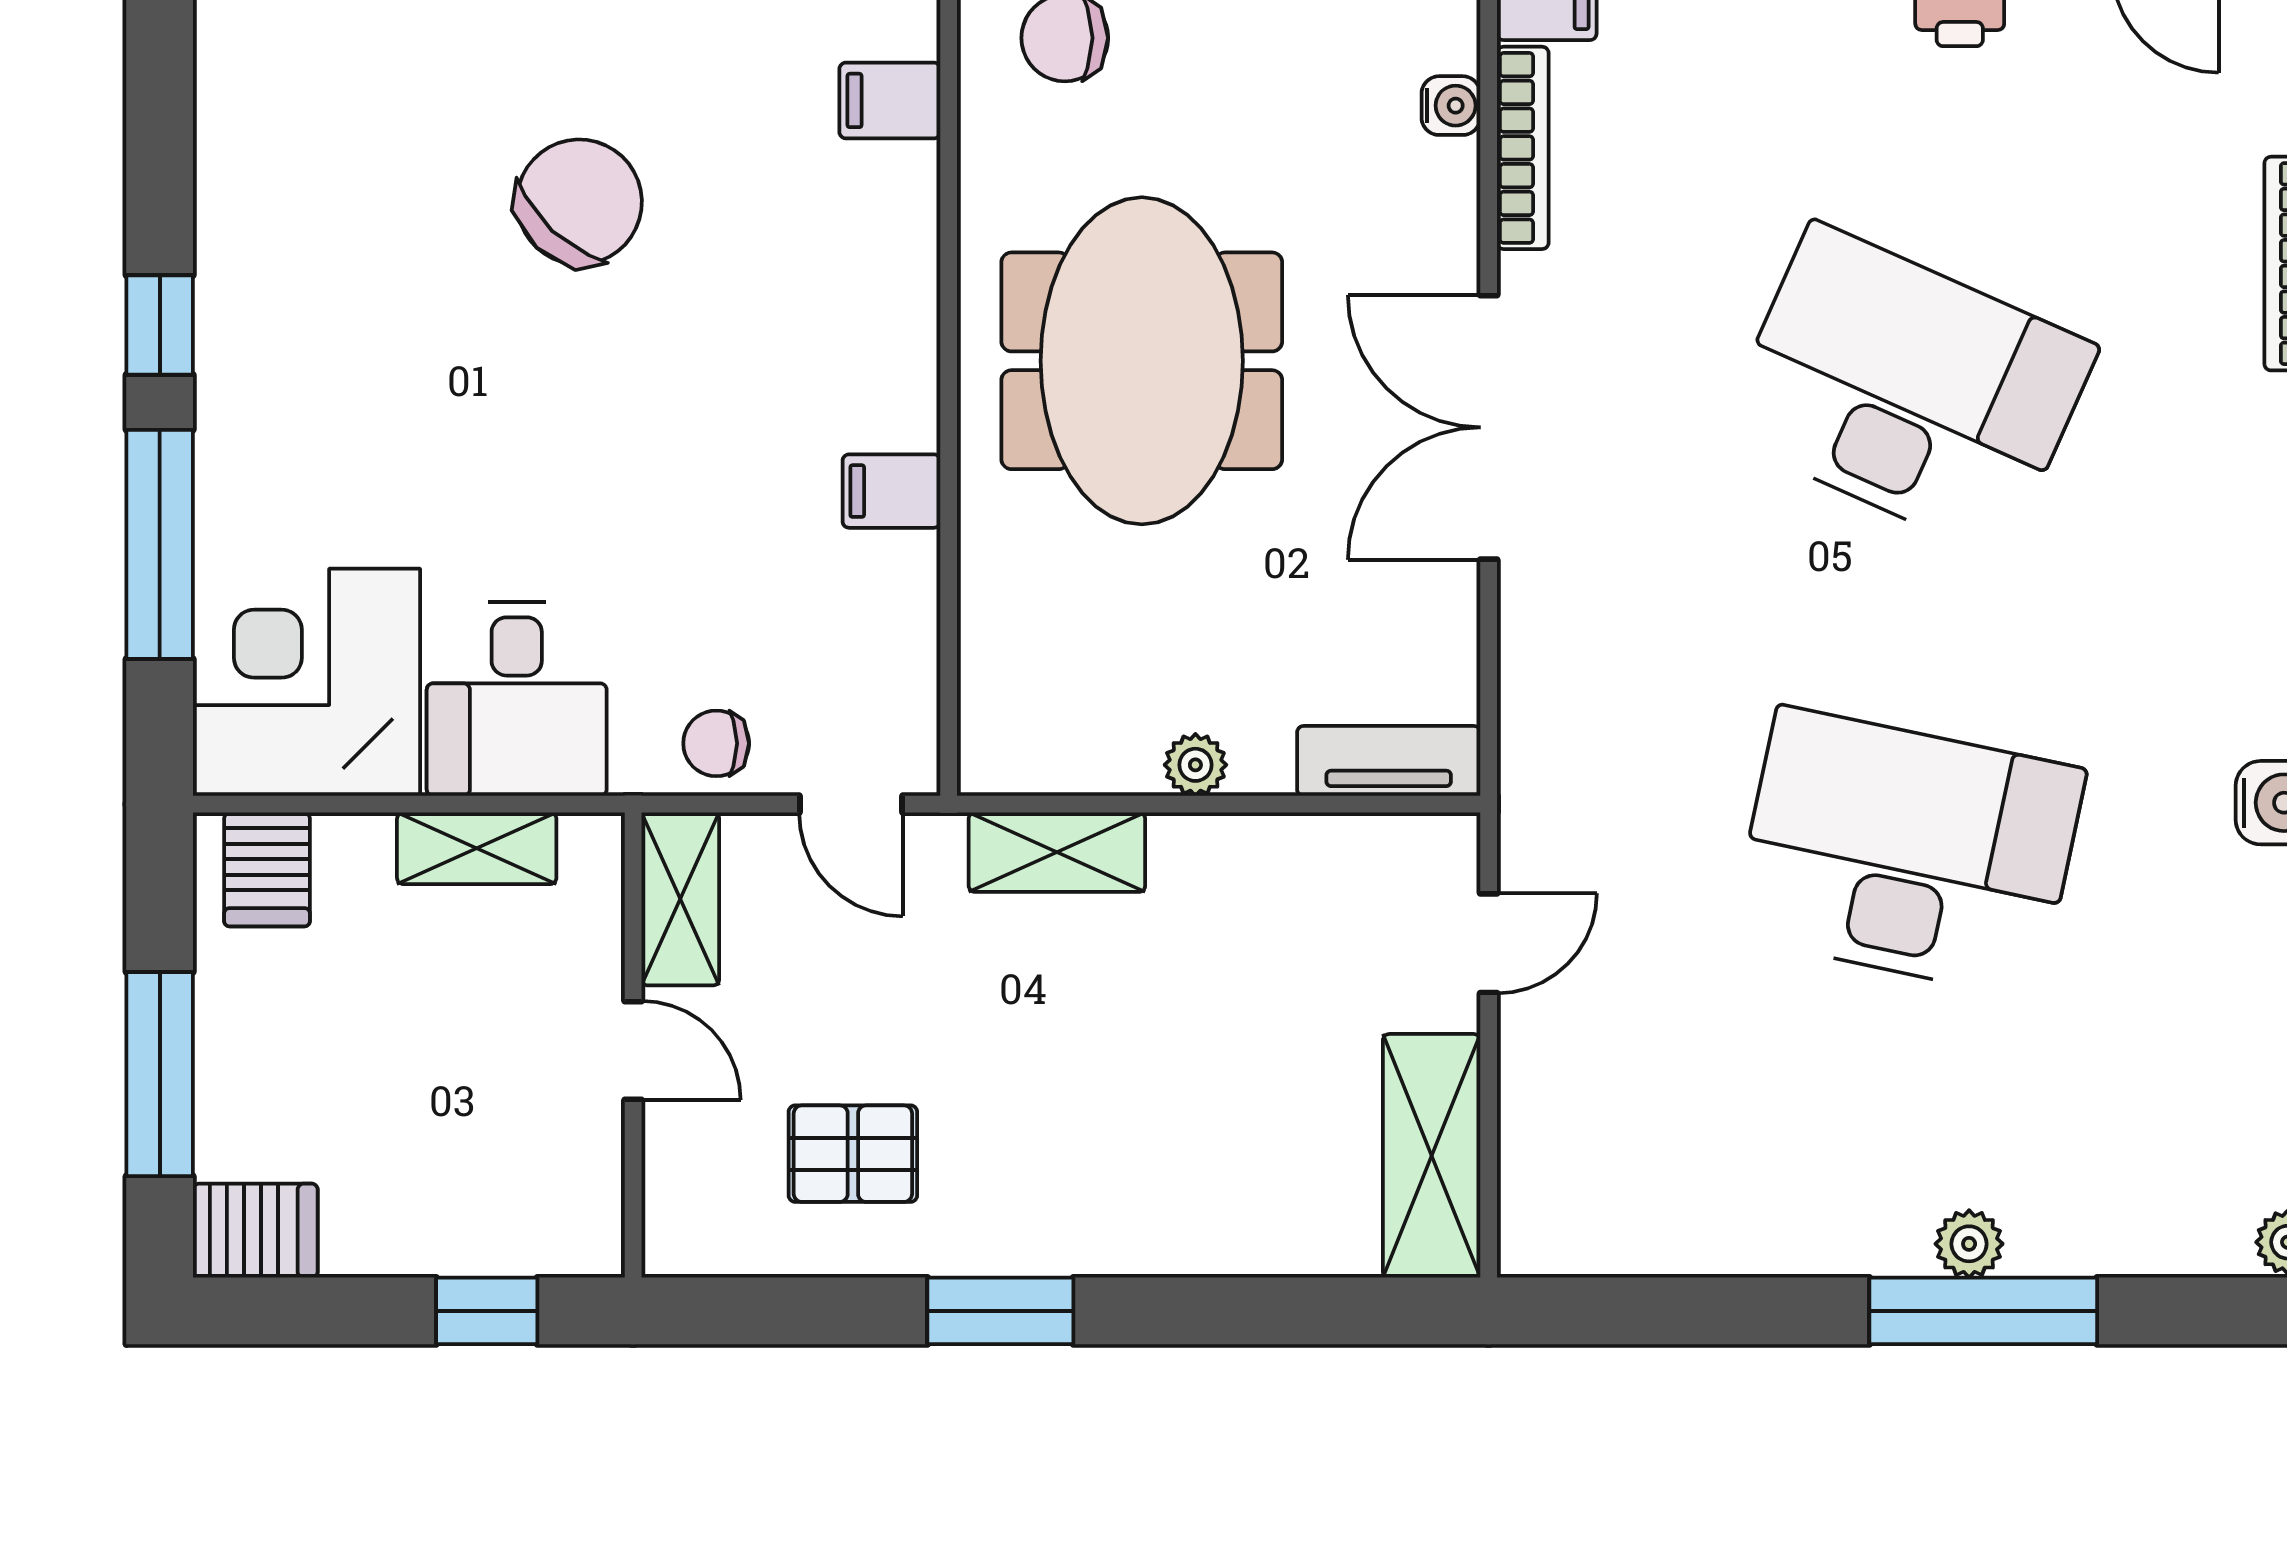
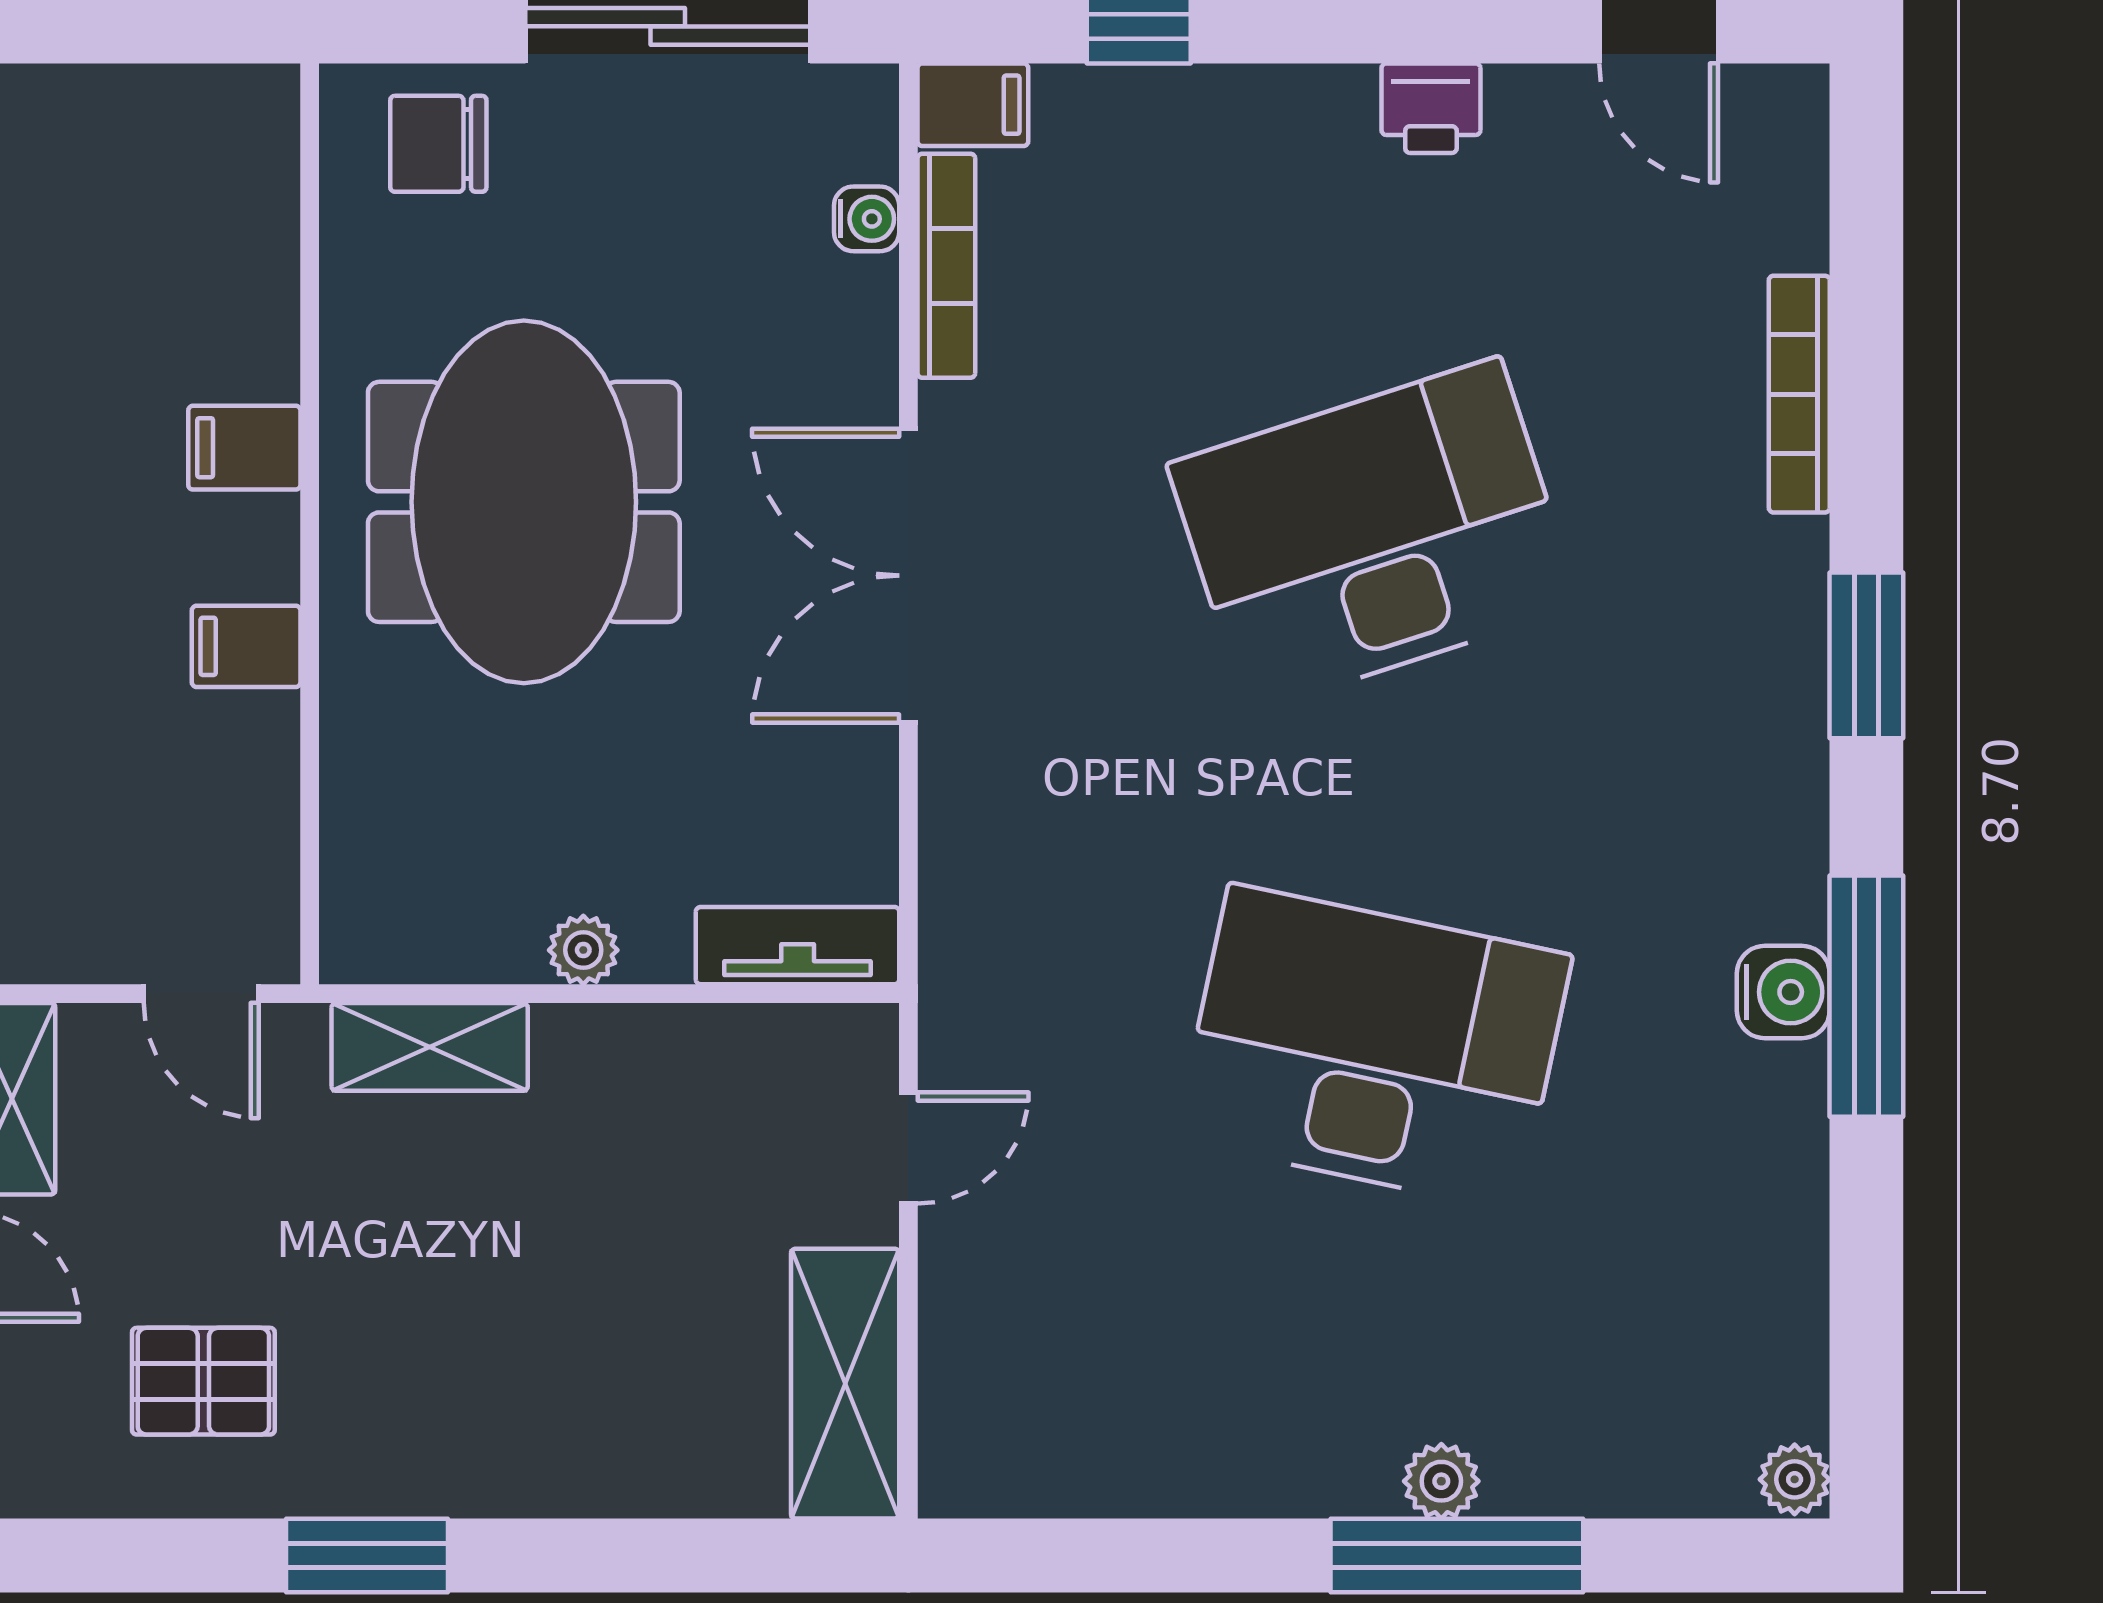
filing cabinet: (890, 100) -> (244, 448), moved
desk: (1908, 390) -> (1374, 535), turned -42
chair: (716, 743) -> (52, 926), removed

